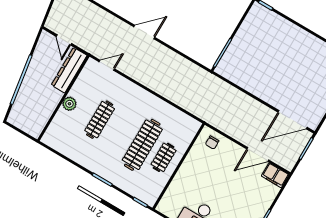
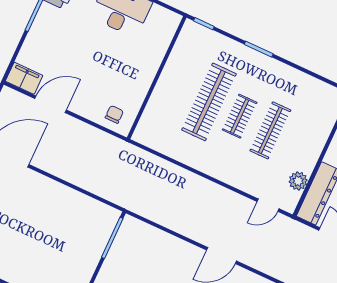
plant: (69, 104) -> (298, 181), moved
clothes rail: (164, 157) -> (240, 116), moved

